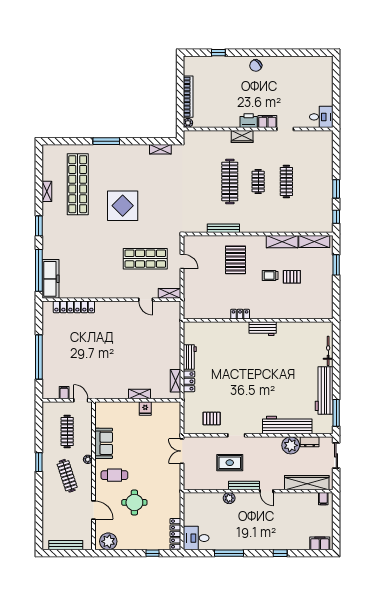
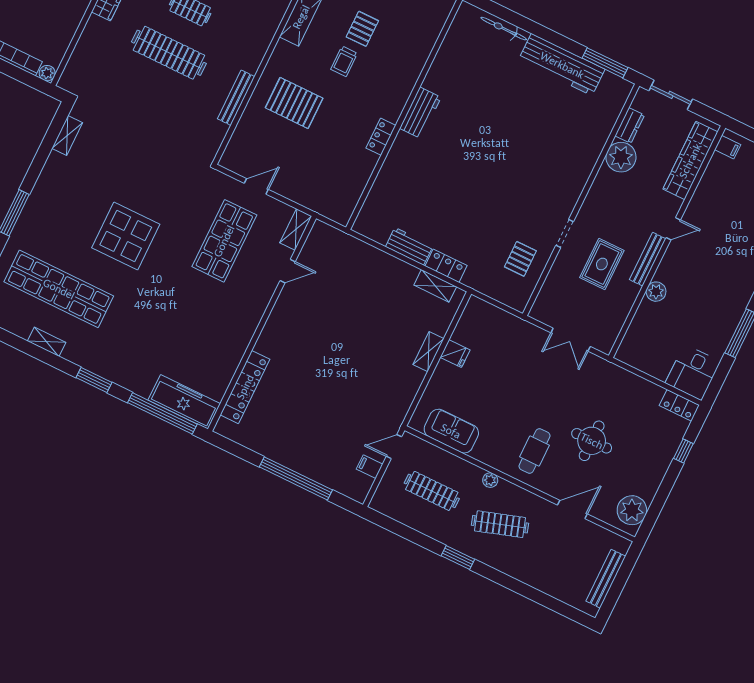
workbench: (287, 425) -> (587, 147), removed
sofa: (104, 443) -> (451, 431), moved
double door: (182, 451) -> (571, 340), moved
locker: (175, 534) -> (679, 405), width x0.66

